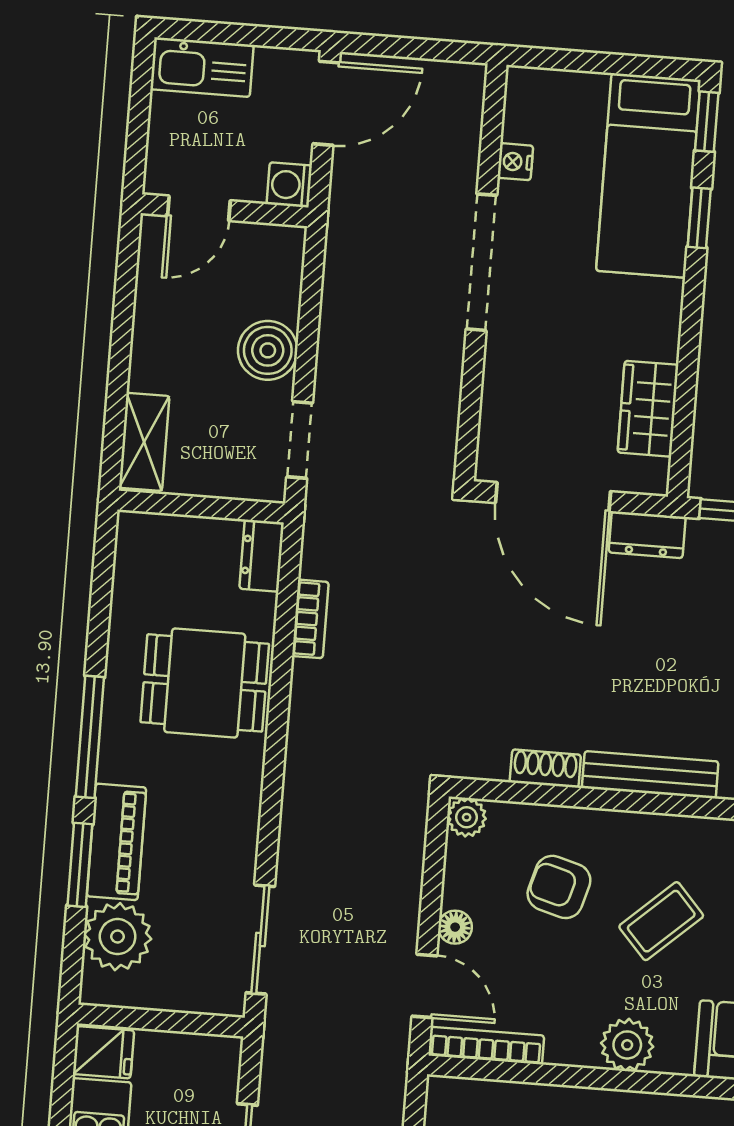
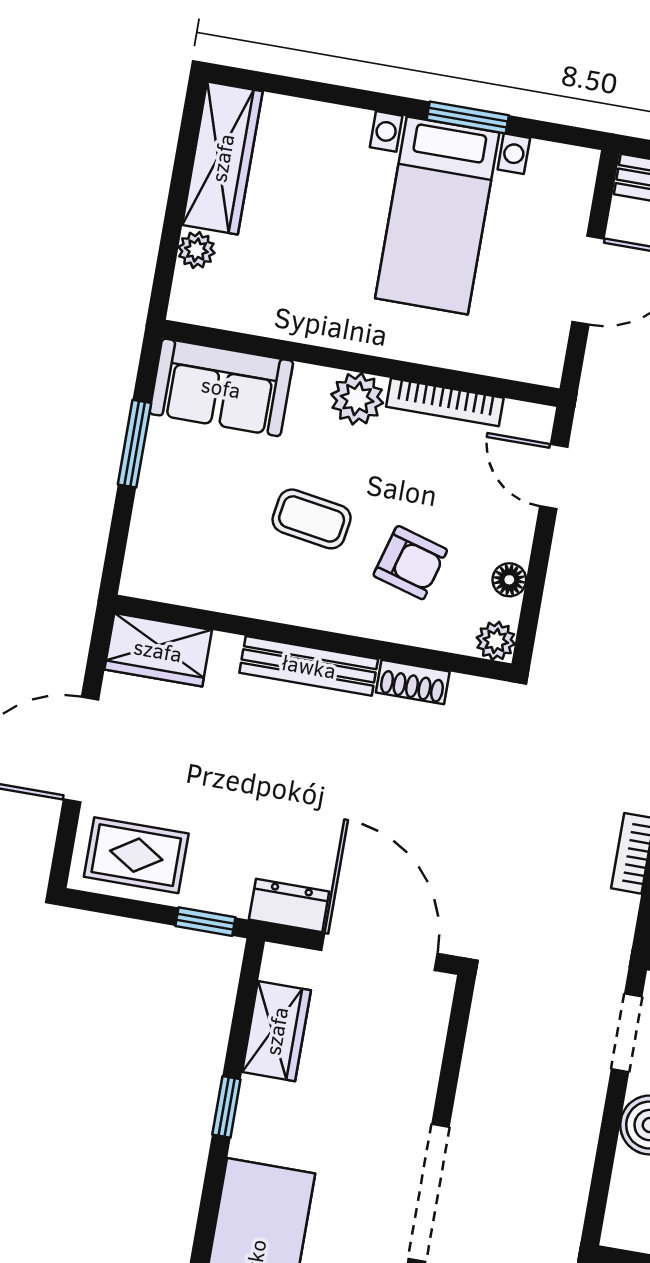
window: (699, 218) -> (226, 1107), moved
coffee table: (661, 921) -> (312, 519), turned 51
floor lamp: (455, 927) -> (509, 580), moved
bookcase: (486, 1046) -> (445, 402), moved

